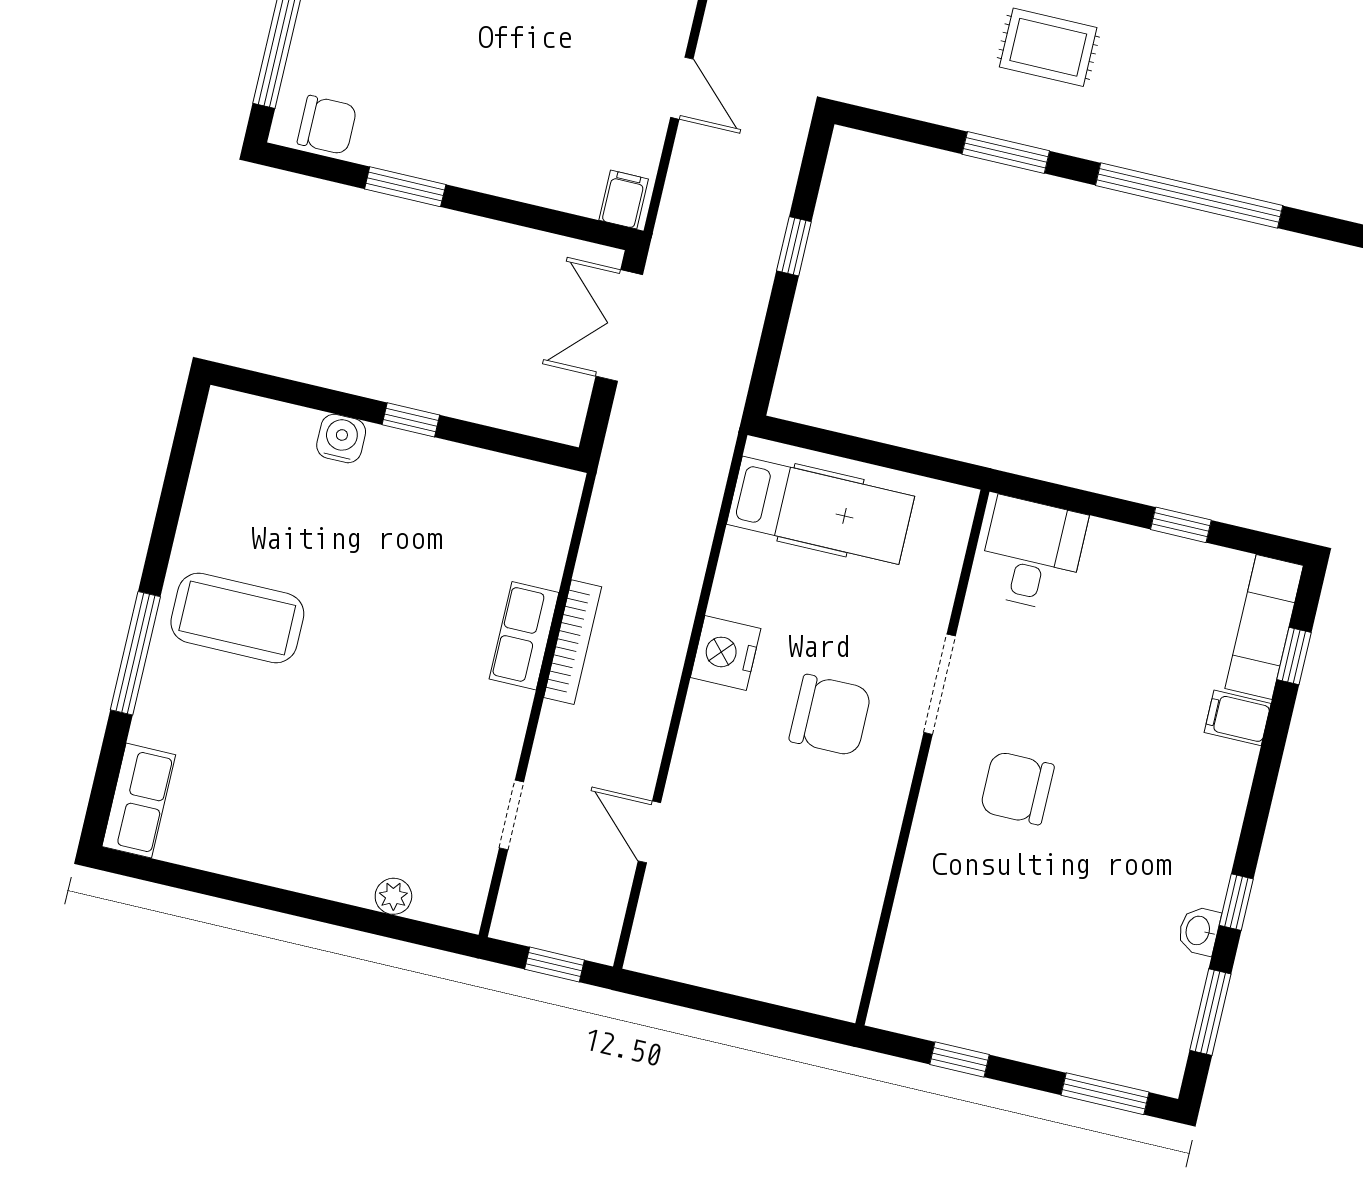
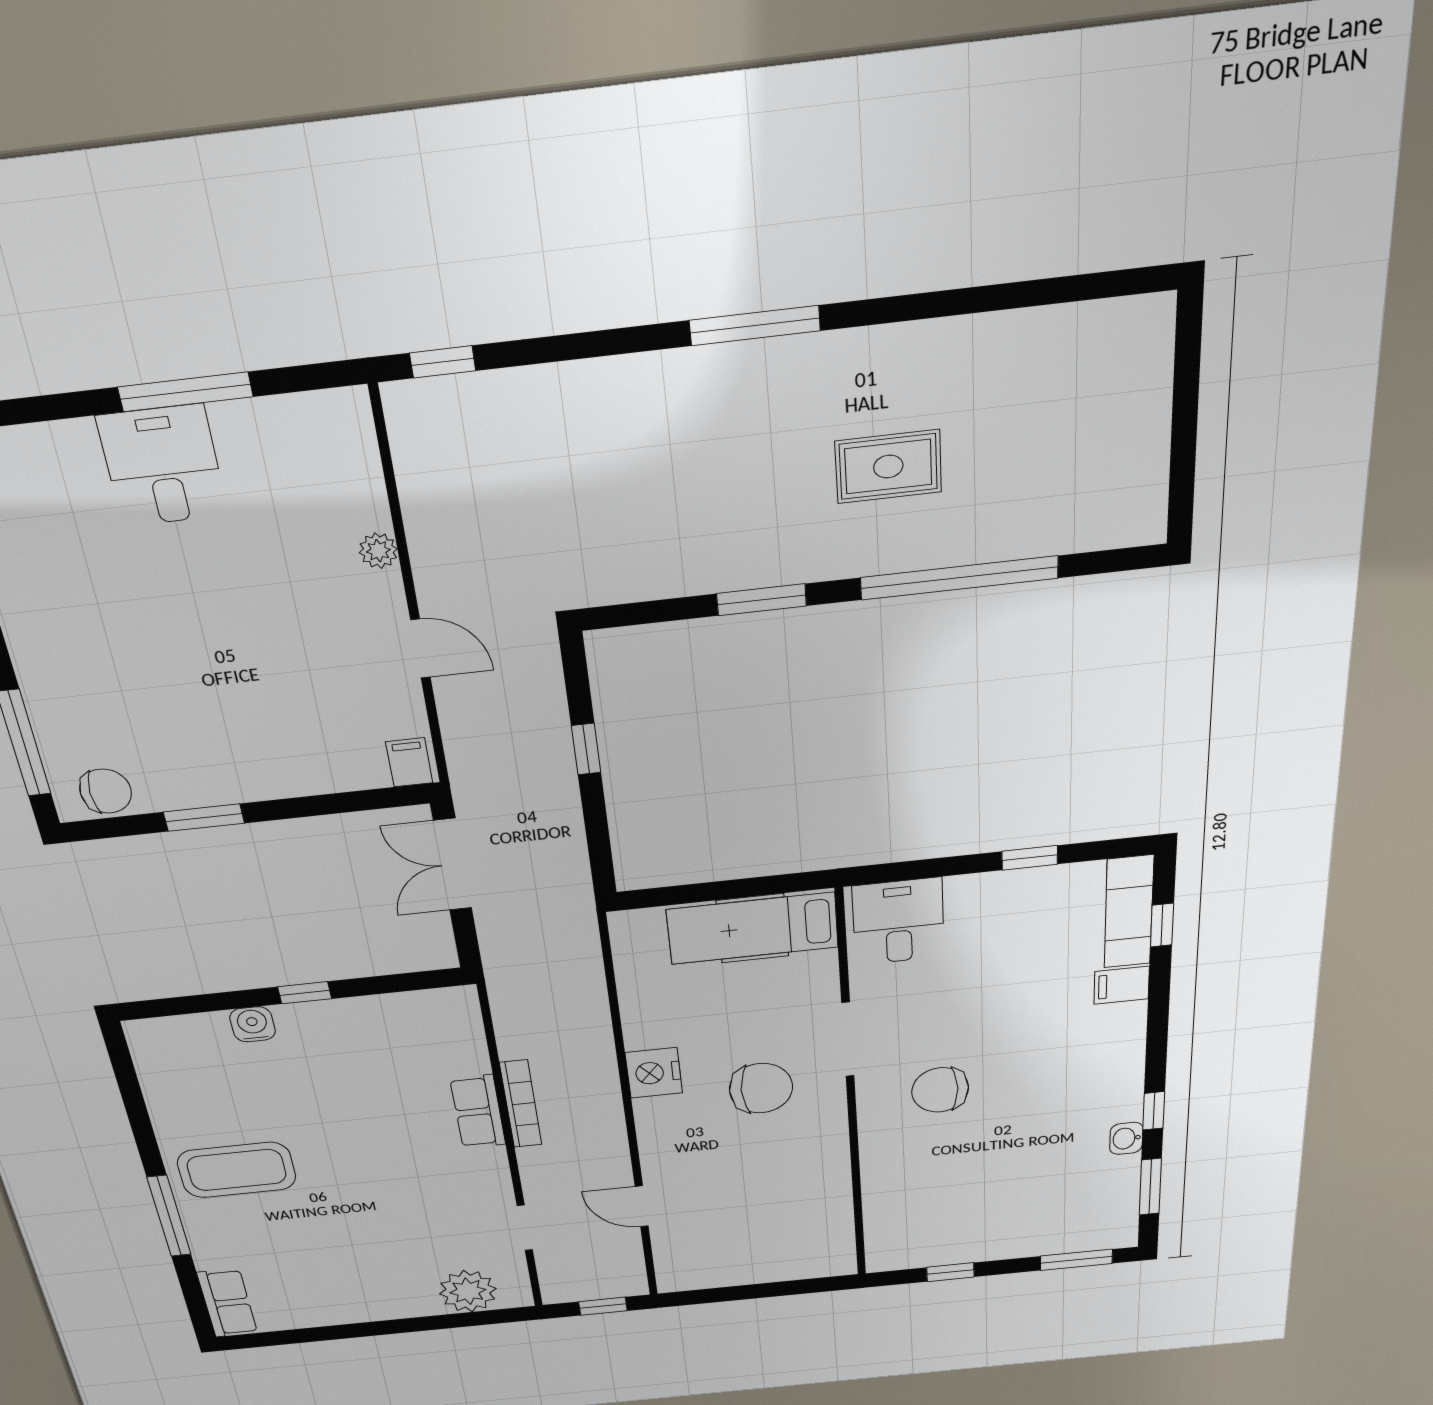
rug: (1048, 47) -> (888, 467), moved
hospital bed: (820, 510) -> (753, 928), moved, turned 180
plant: (393, 896) -> (468, 1291), width x1.88, depth x1.88

